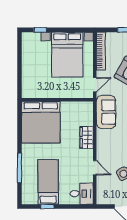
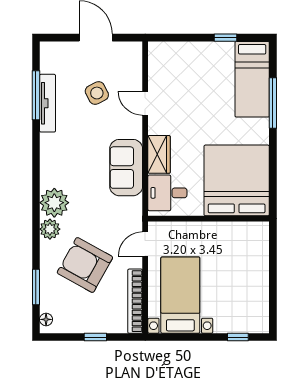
bed with nightstands: (67, 55) -> (180, 295), width x0.73
sofa: (106, 112) -> (126, 168), moved
bed: (48, 182) -> (252, 79), moved
desk: (82, 194) -> (167, 193), moved

